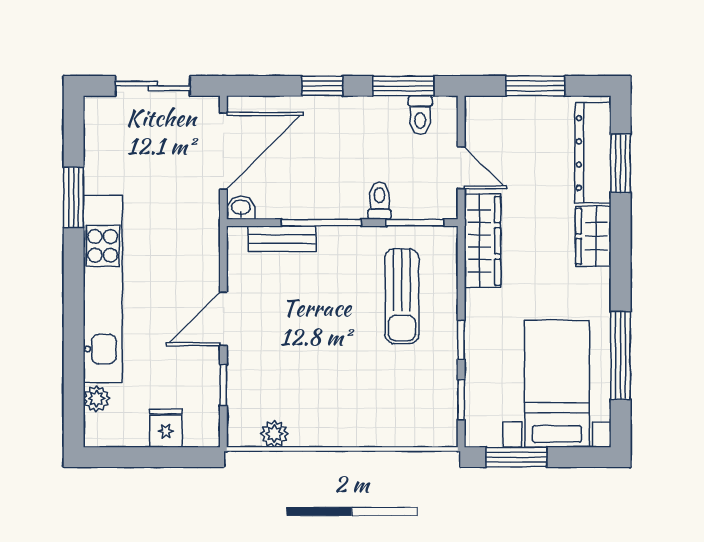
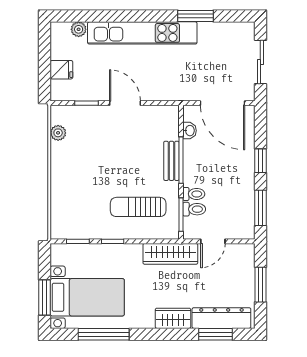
toilet: (420, 115) -> (194, 209), moved, turned 180
washbasin: (241, 208) -> (190, 131), moved
bench: (282, 239) -> (171, 161), moved
window: (516, 457) -> (45, 298), moved

